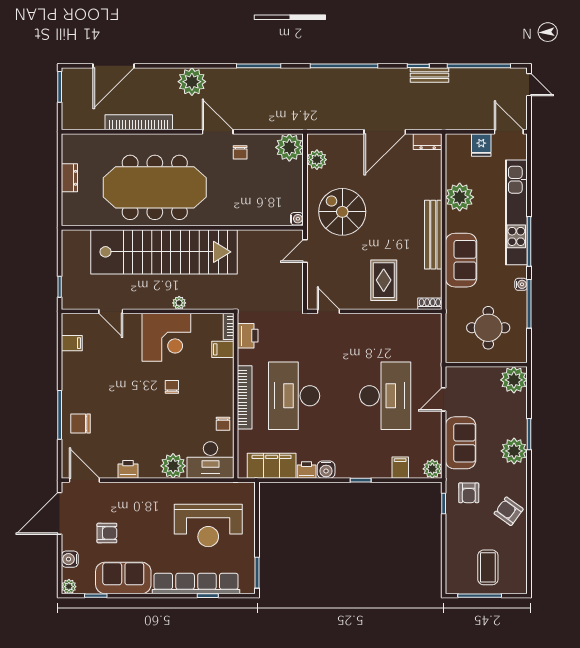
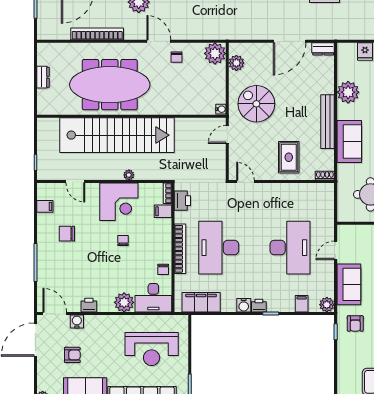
chair: (80, 424) -> (67, 234), moved
printer: (307, 470) -> (259, 306), moved
water cooler: (70, 559) -> (77, 321), moved, turned 90

